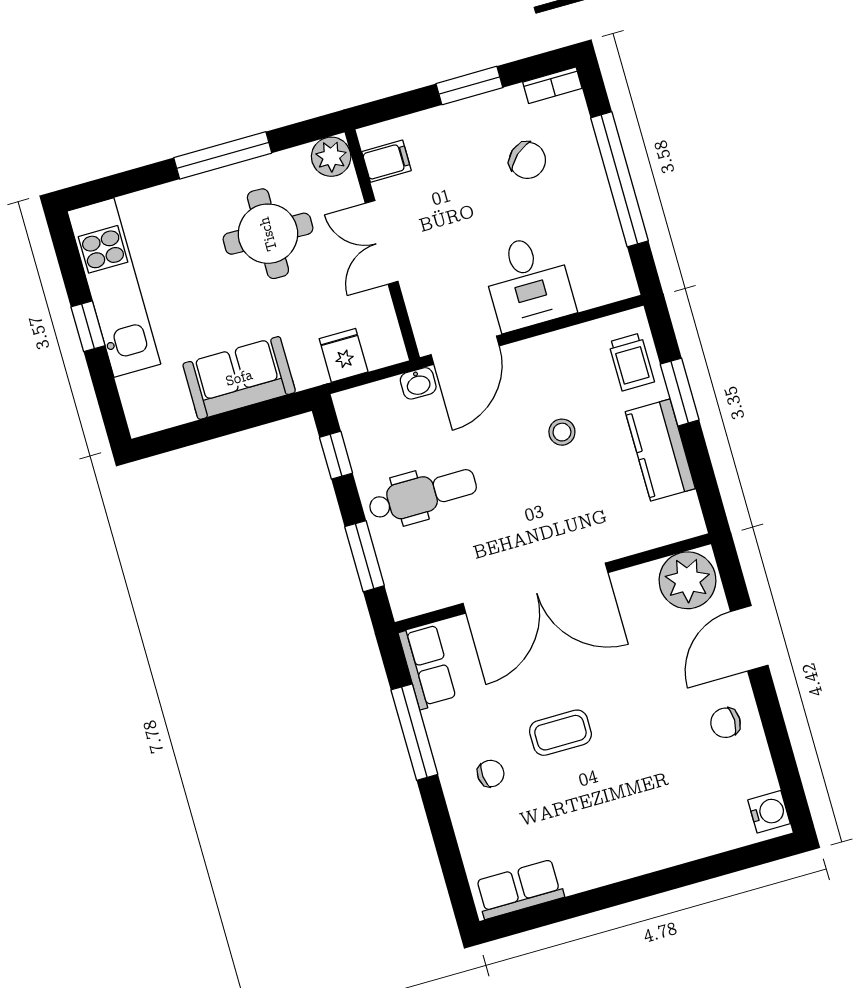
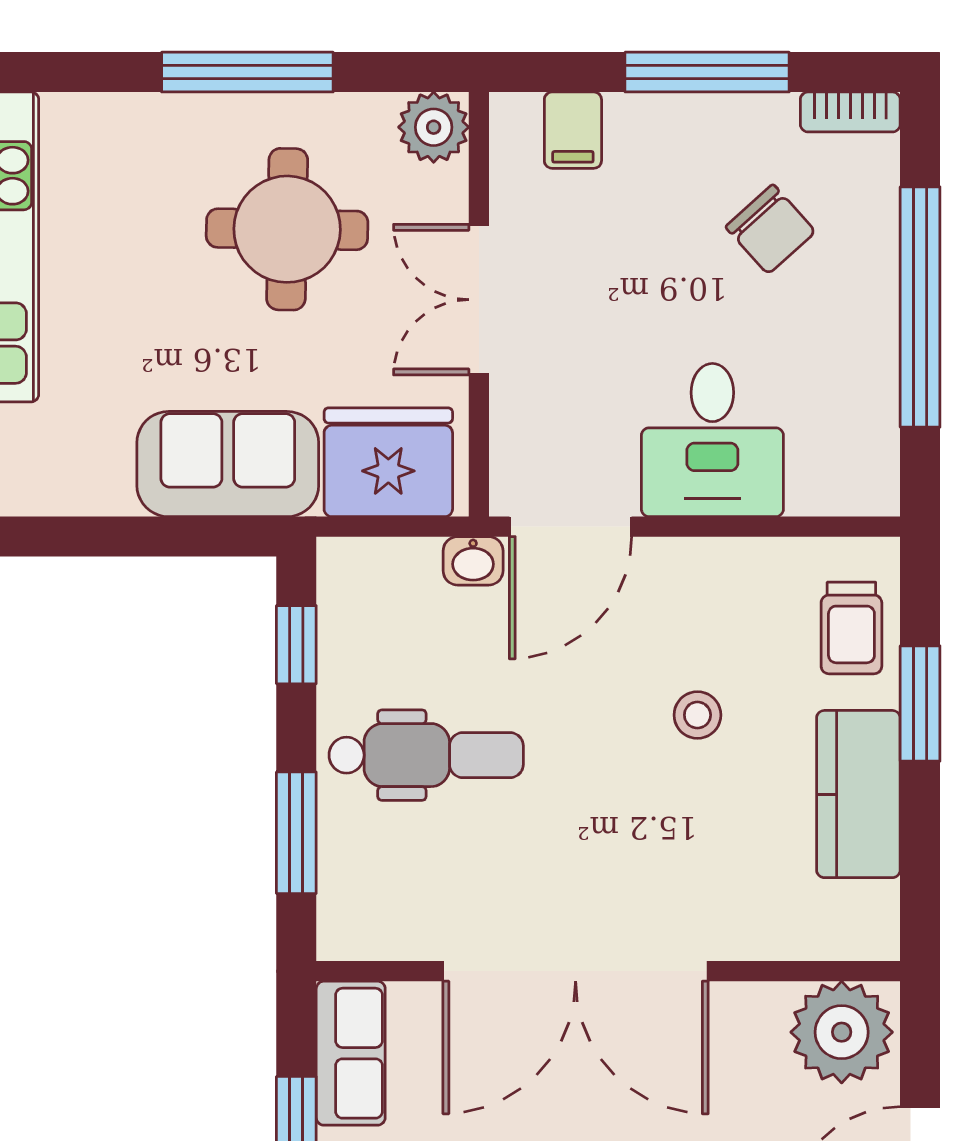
window: (469, 86) -> (707, 72), width x1.44
filing cabinet: (386, 161) -> (573, 130), moved, turned 90
fridge: (344, 355) -> (388, 462), width x1.88, depth x1.34
sofa: (239, 378) -> (228, 464), moved

